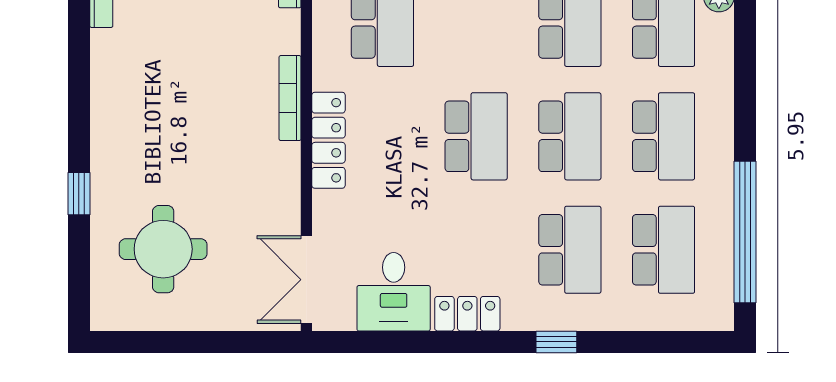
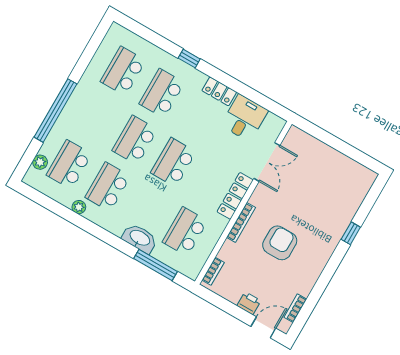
armchair: (198, 101) -> (280, 243), added
school desk: (664, 136) -> (96, 118), removed
window: (745, 232) -> (55, 111), moved
round table: (163, 249) -> (329, 190), removed
double door: (306, 280) -> (267, 162), moved

